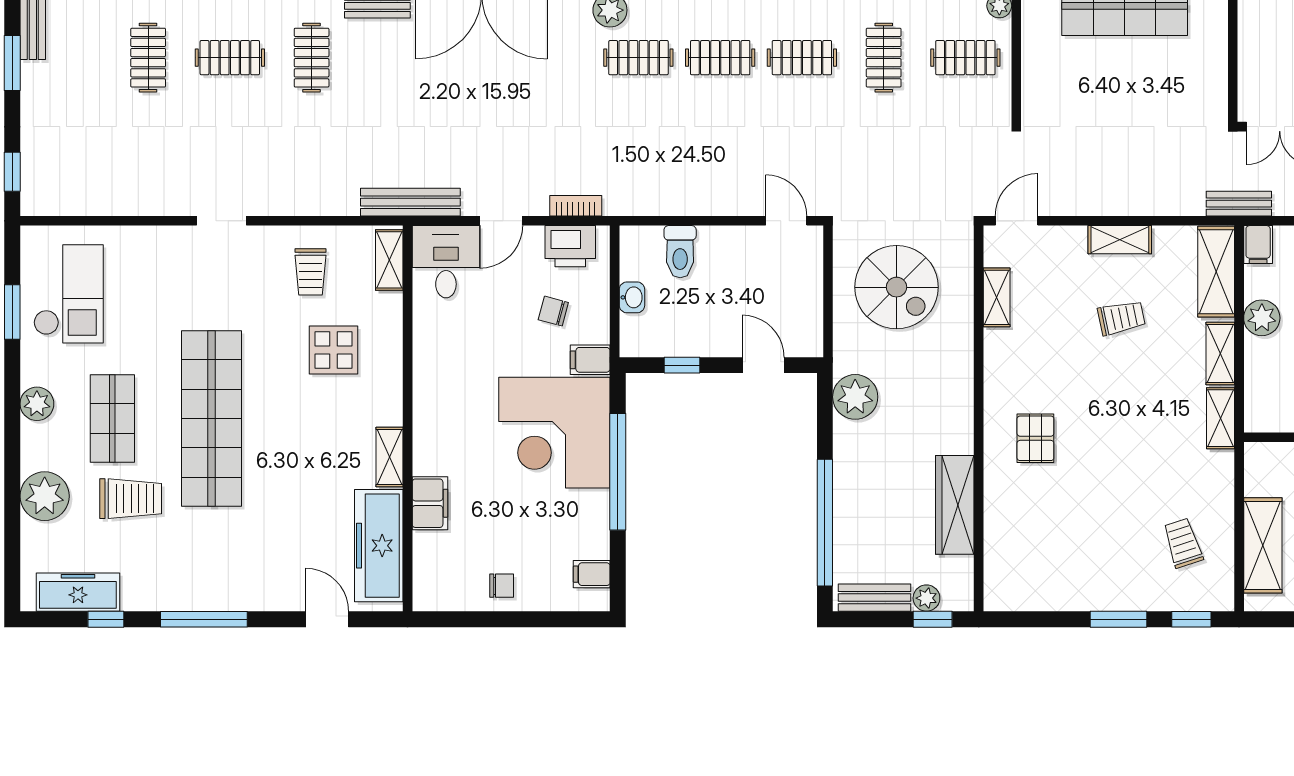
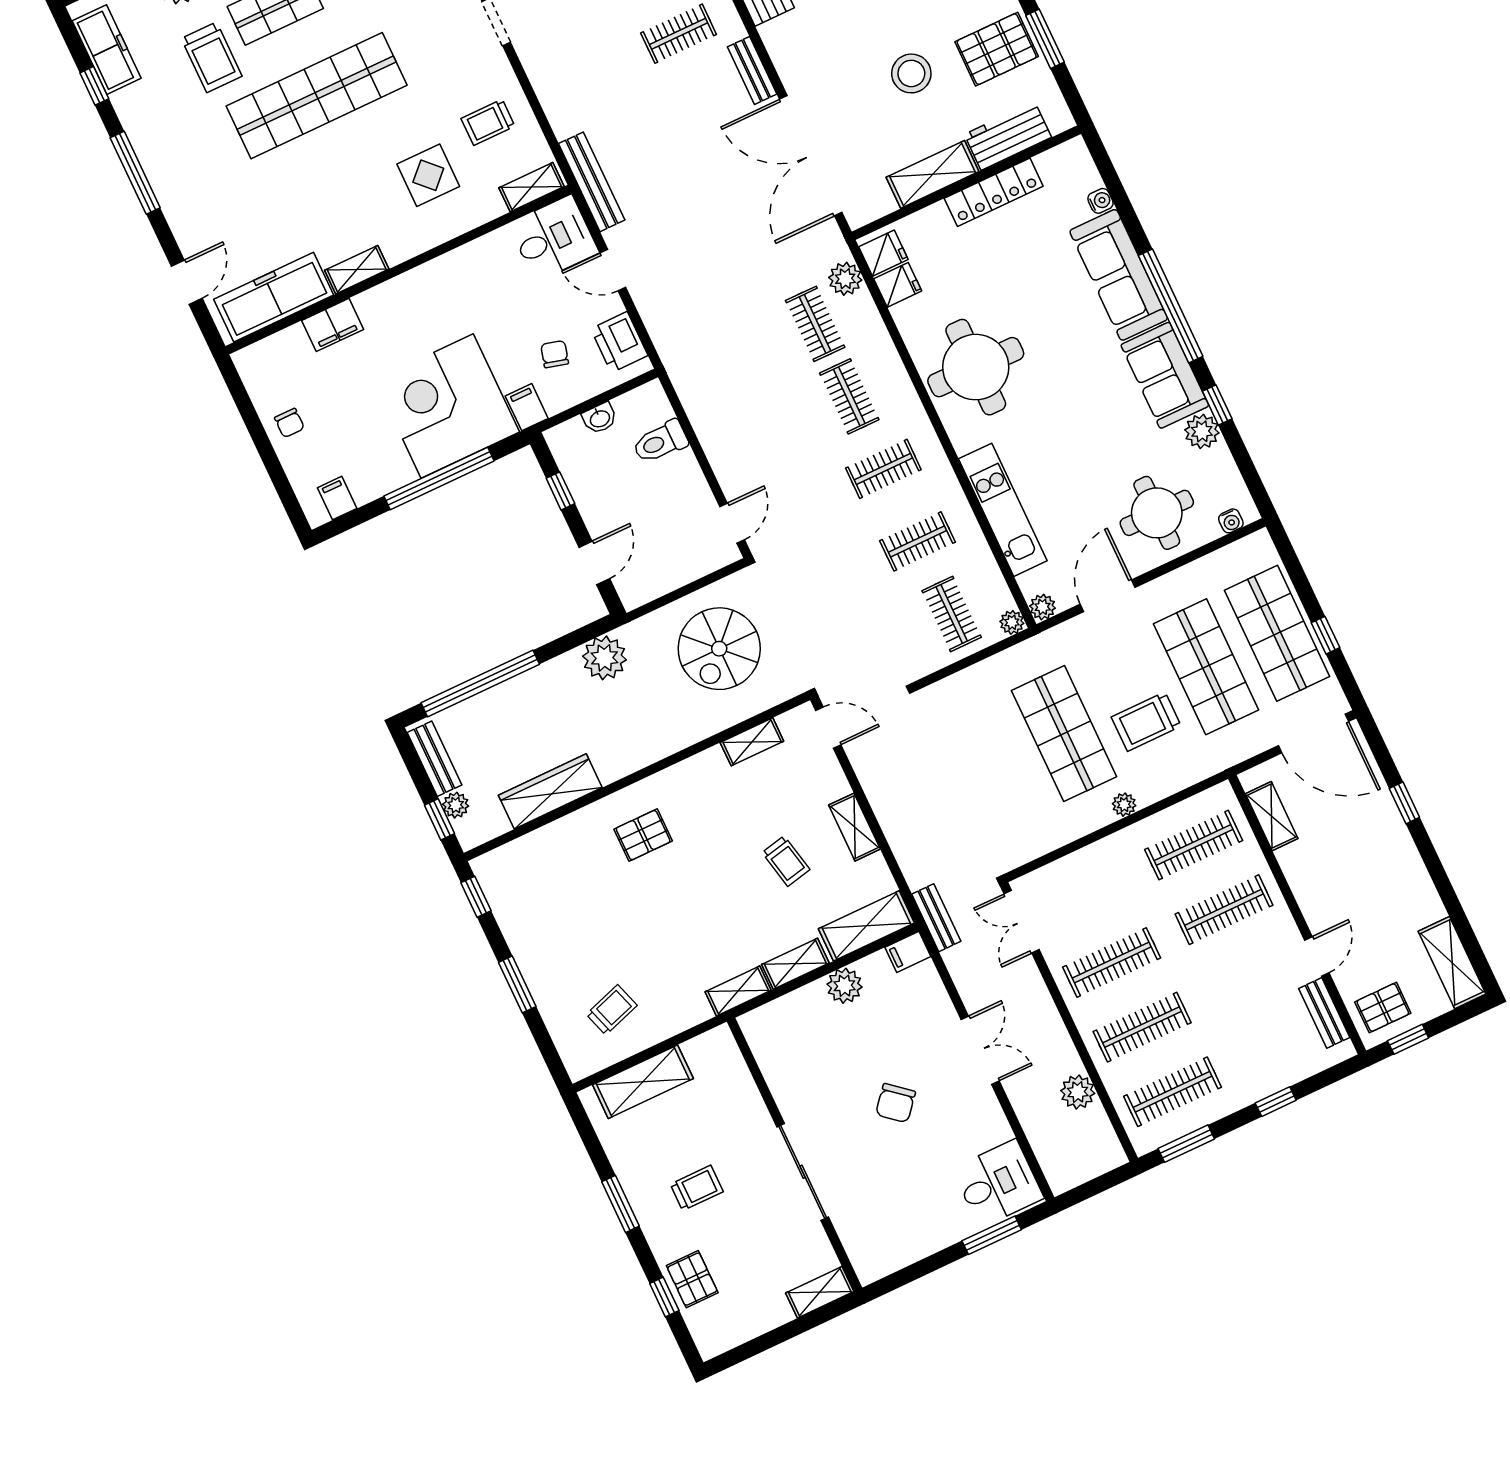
clothes rail: (802, 58) -> (883, 469), turned 90
bookcase: (576, 206) -> (657, 330), removed
window: (1191, 619) -> (476, 897), moved

